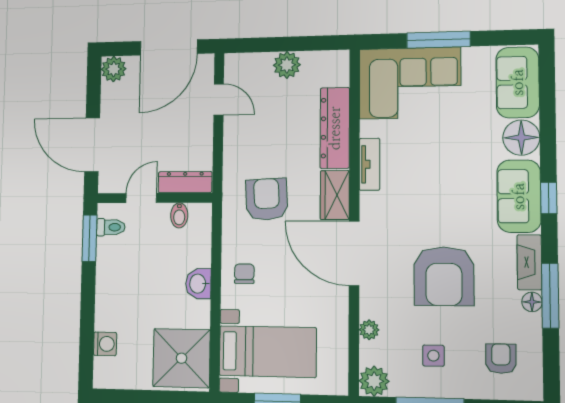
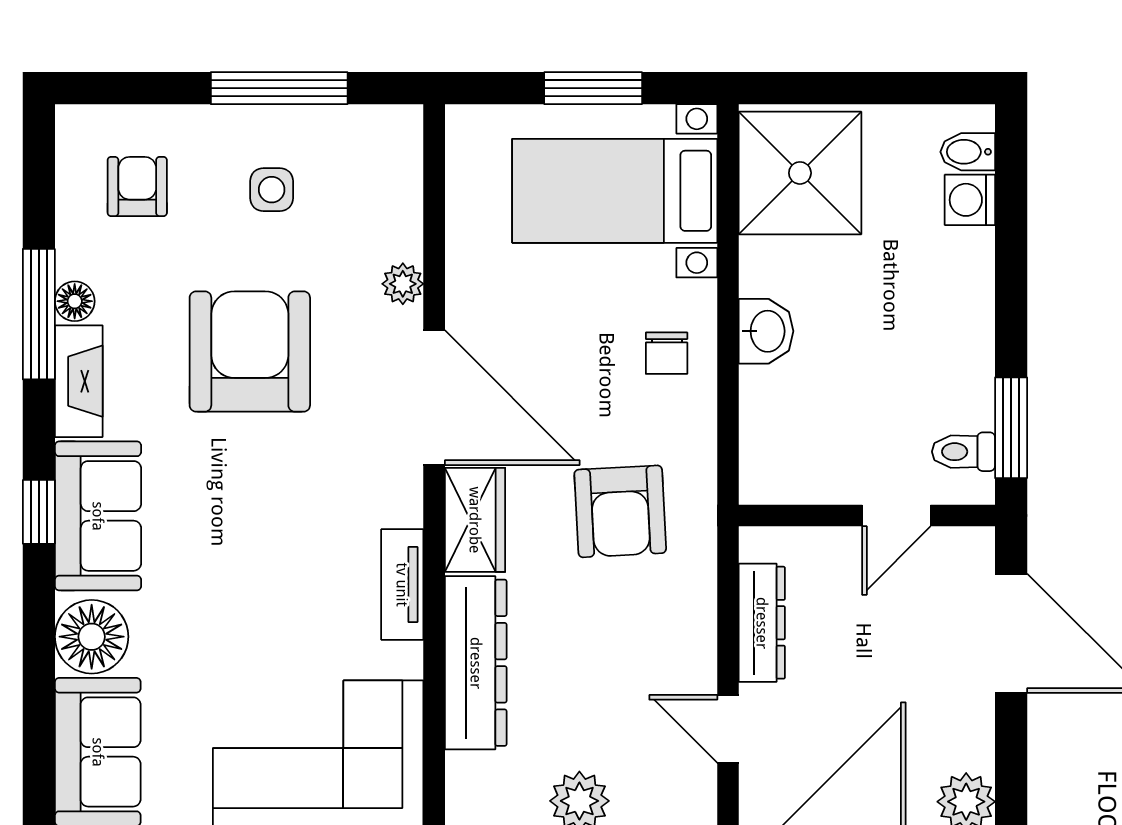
dresser: (185, 182) -> (762, 623), moved, turned -90
bidet: (179, 215) -> (968, 152), moved, turned -90
plant: (369, 330) -> (403, 284), moved
armchair: (501, 359) -> (137, 186), turned 180
plant: (374, 381) -> (392, 135), removed

